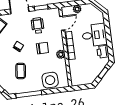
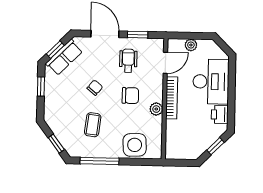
desk: (94, 35) -> (211, 82), width x1.37

